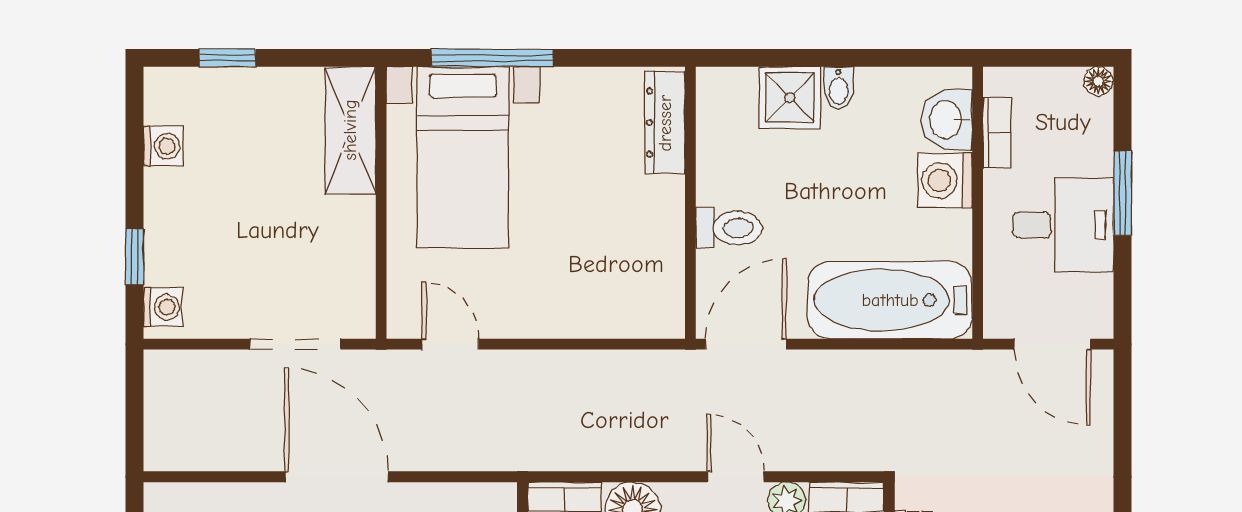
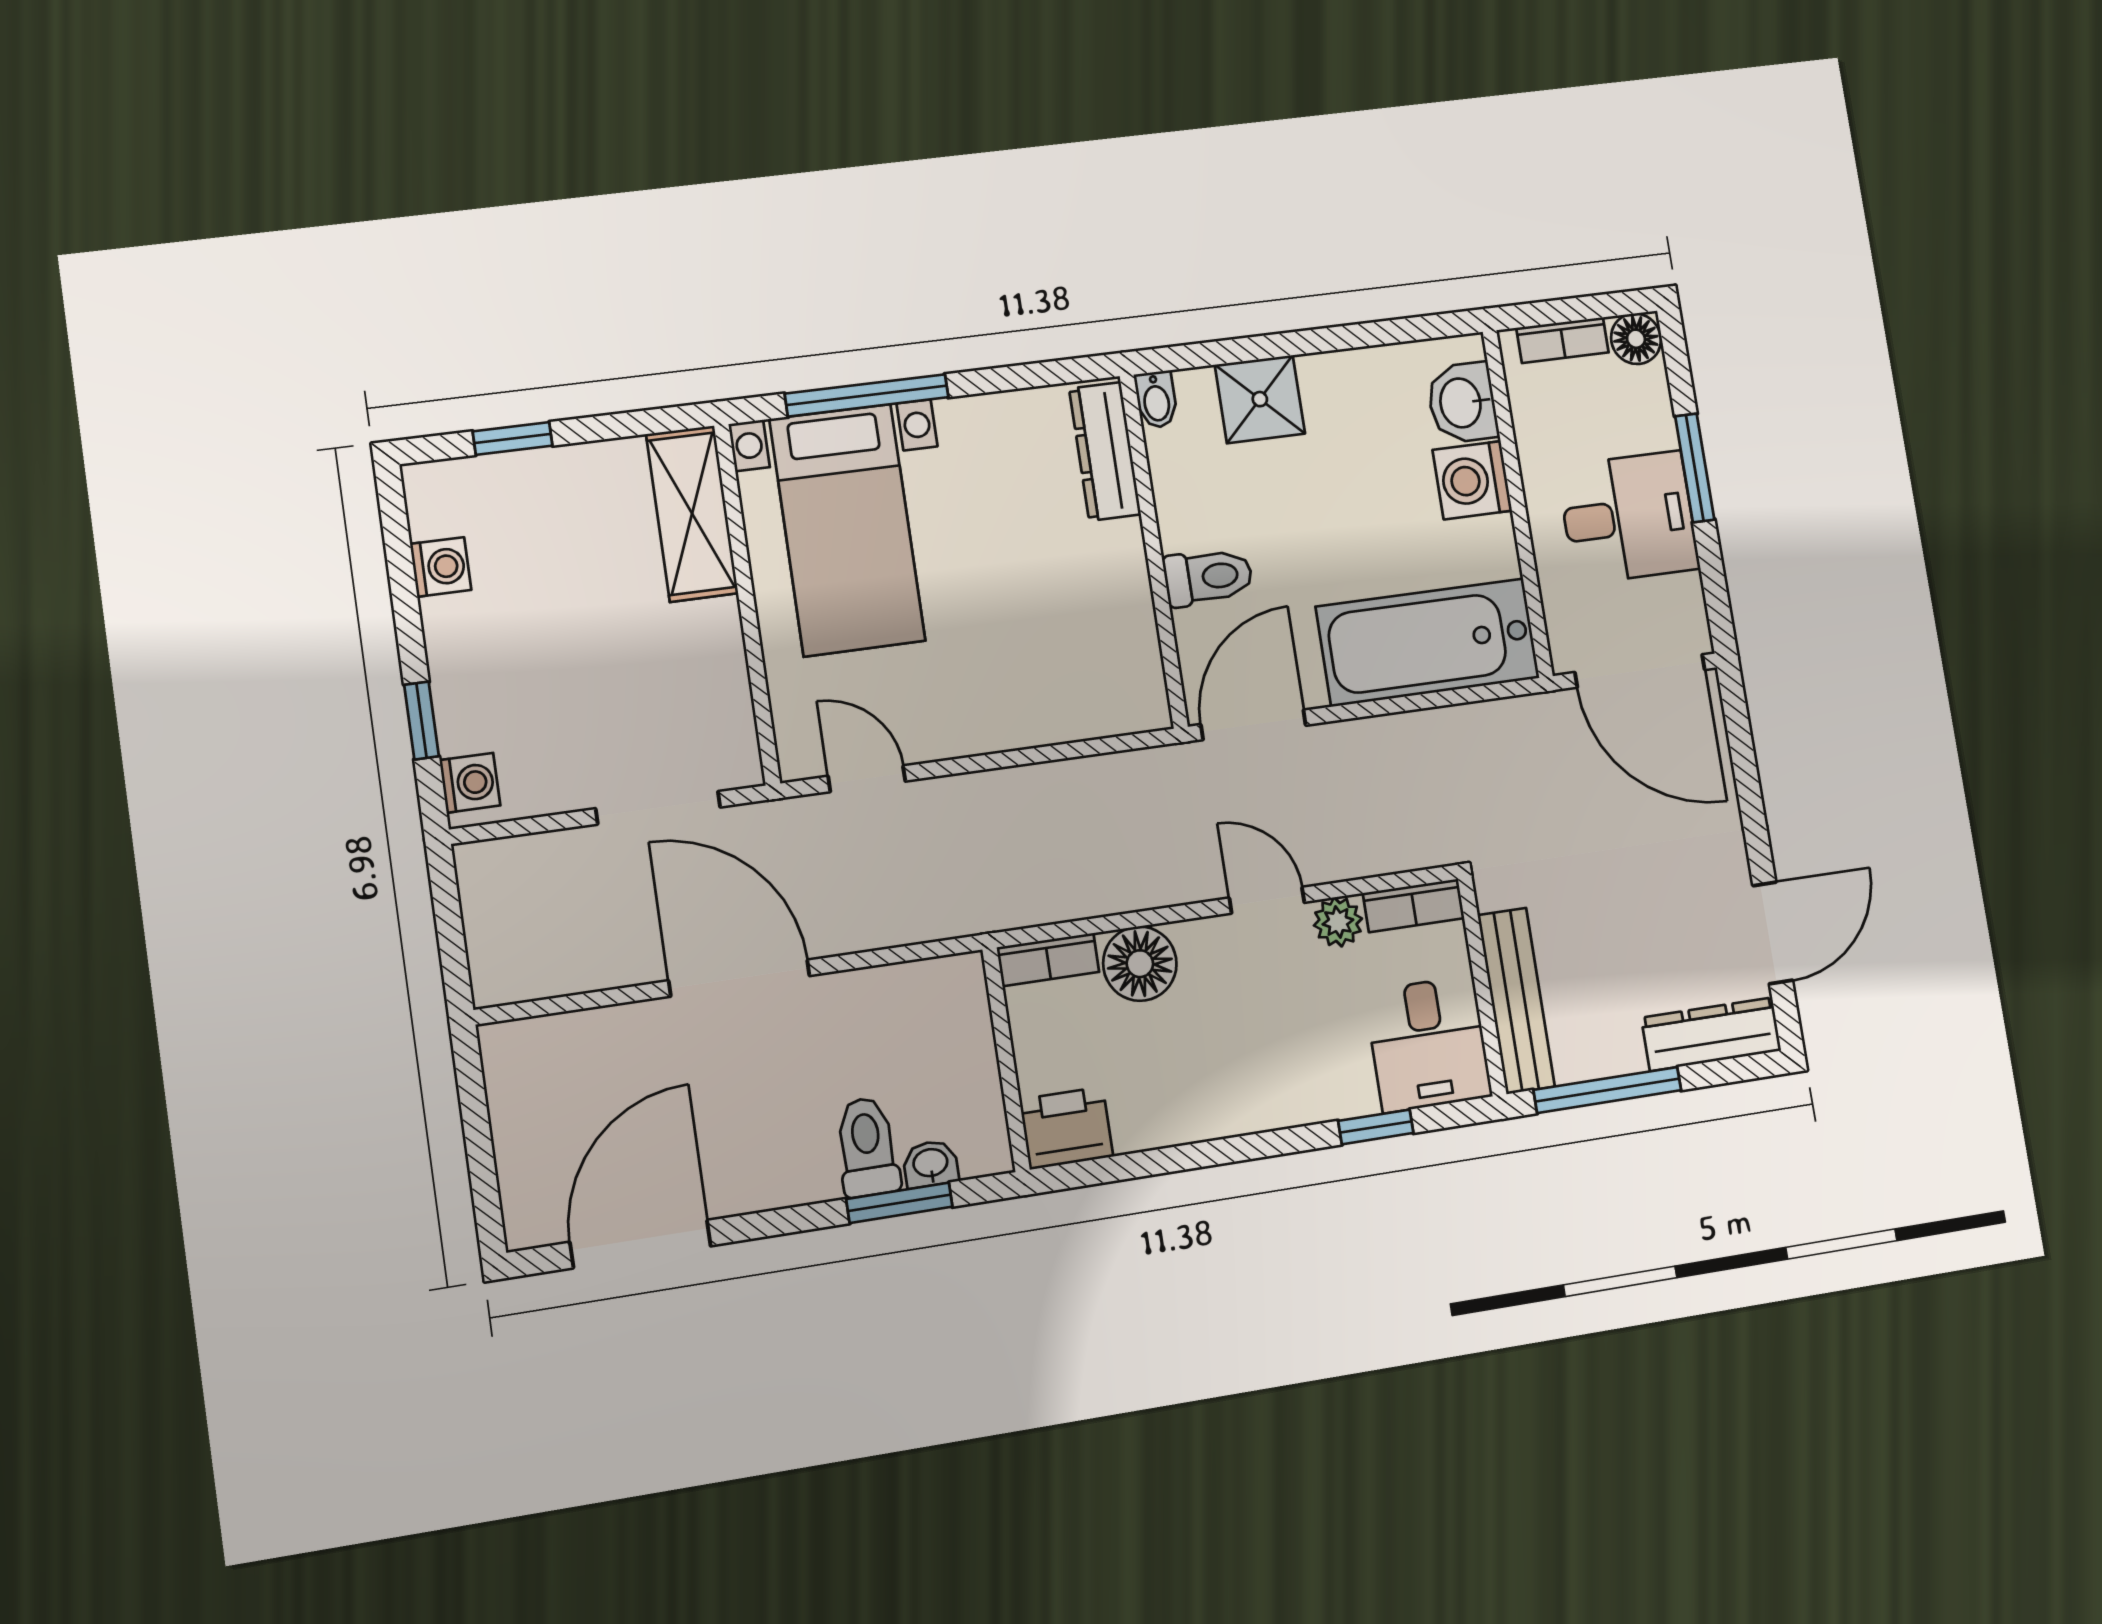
floor lamp: (1098, 81) -> (1636, 339), width x1.37, depth x1.37
bidet: (839, 88) -> (1156, 400), moved
bookcase: (997, 133) -> (1563, 340), moved, turned 90
door: (1052, 344) -> (1640, 671), width x1.36

